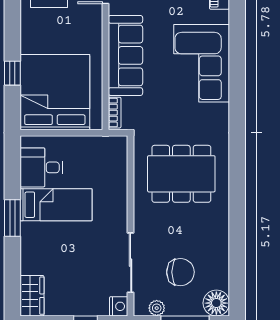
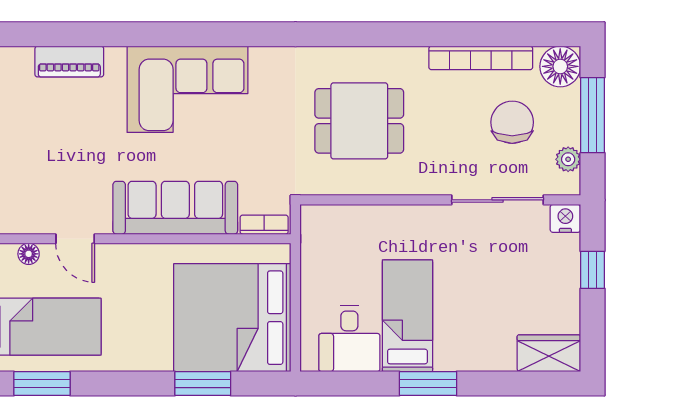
window: (12, 73) -> (203, 384), width x1.50
dining table: (181, 174) -> (359, 121), width x0.73
bookcase: (222, 252) -> (481, 58), added

